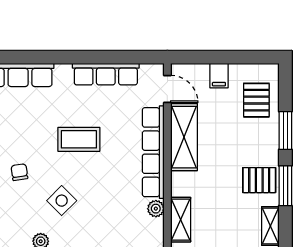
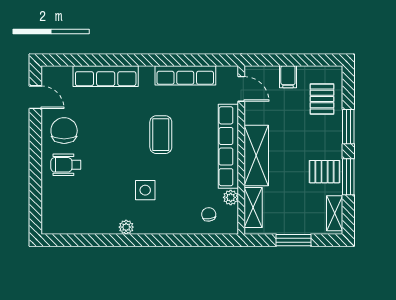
shelving: (184, 137) -> (256, 155), moved
coffee table: (79, 139) -> (161, 135), turned 90
chair: (19, 172) -> (209, 214), moved
side table: (62, 201) -> (145, 190), turned 45

